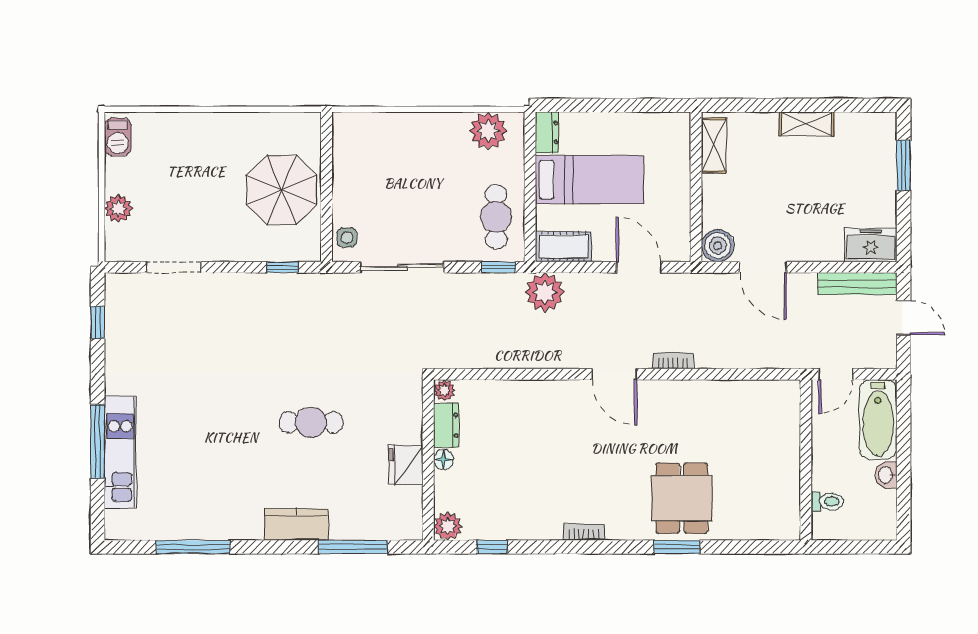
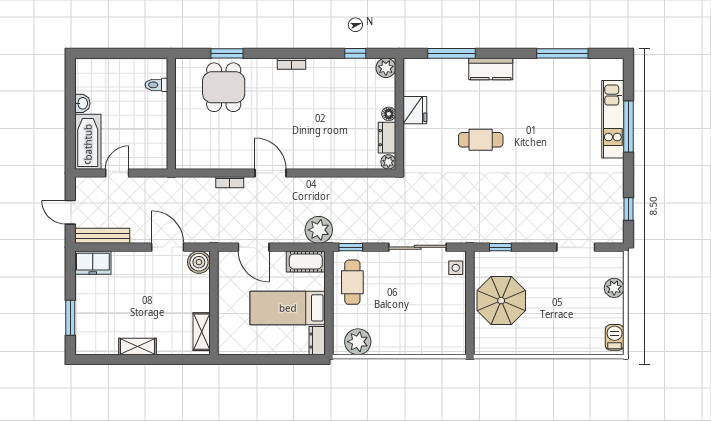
wall: (806, 460) -> (171, 114), moved
toilet: (827, 502) -> (156, 85), moved

